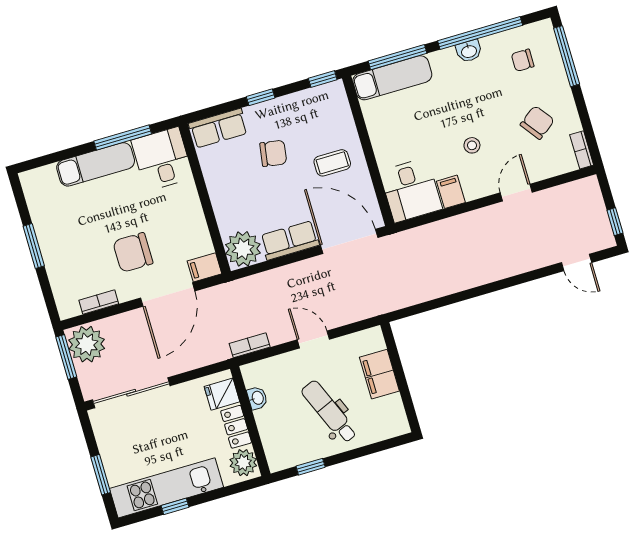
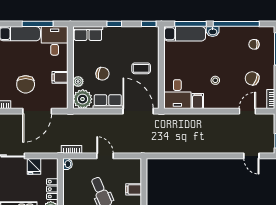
washbasin: (469, 51) -> (213, 32), moved
chair: (537, 122) -> (252, 78), turned -121
chair: (273, 153) -> (102, 74), moved
door: (516, 193) -> (247, 111), moved
plant: (226, 220) -> (78, 81), added
chair: (133, 252) -> (26, 84), turned -90
filing cabinet: (204, 267) -> (60, 77), moved
filing cabinet: (379, 374) -> (134, 189), width x0.50
fridge: (222, 394) -> (34, 166), moved, turned -90
washbasin: (257, 398) -> (68, 164), moved

